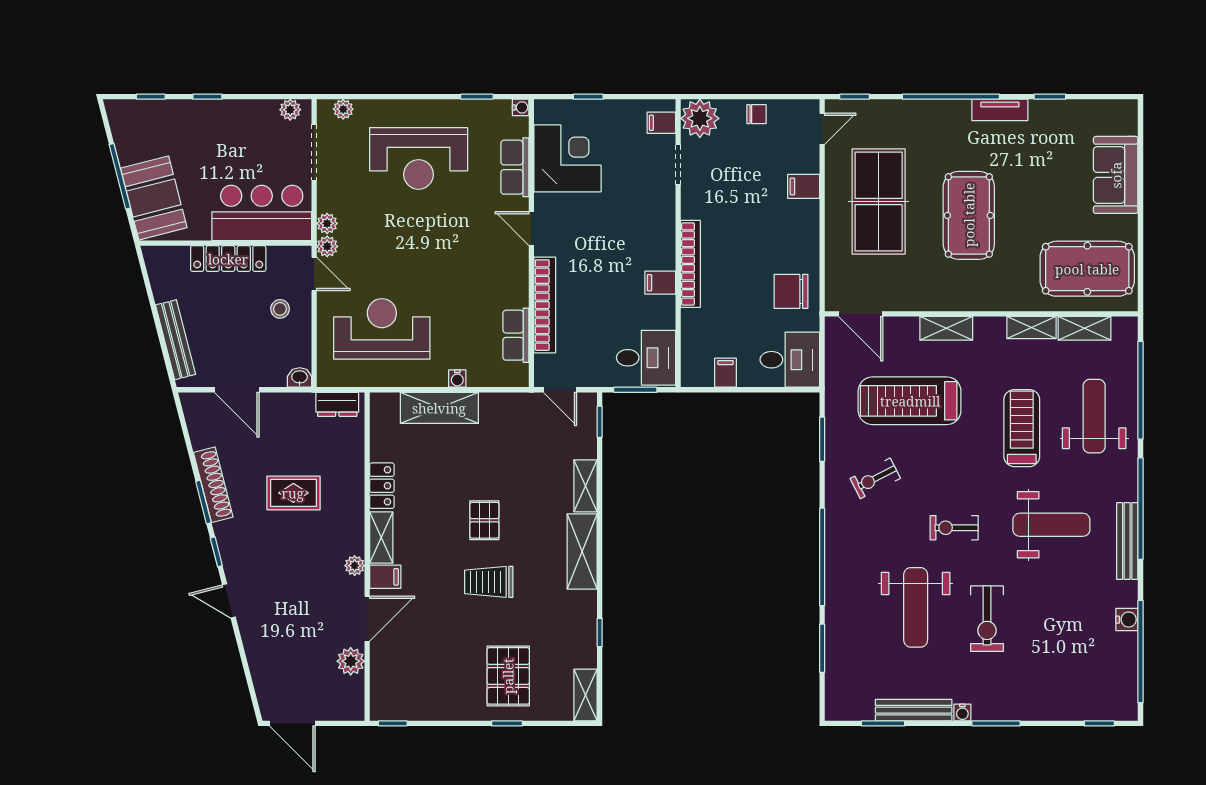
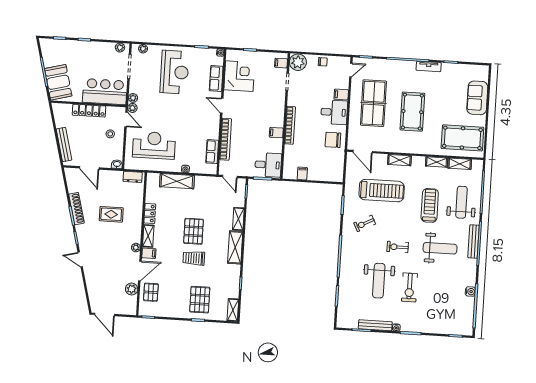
reception desk: (419, 158) -> (174, 72), turned -90
desk: (790, 360) -> (334, 112), moved
treadmill: (910, 401) -> (382, 191), turned 180
pallet: (484, 520) -> (194, 231), width x1.50, depth x1.42
bench: (1127, 541) -> (474, 241), moved
pallet: (395, 666) -> (151, 292), added

